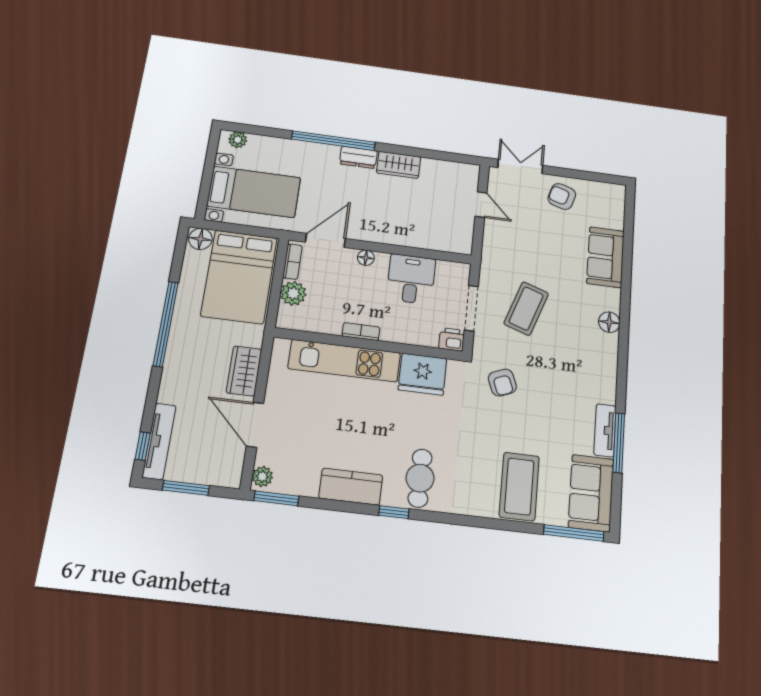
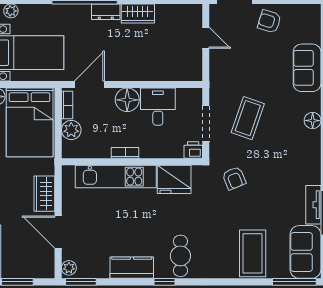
floor lamp: (366, 258) -> (127, 100), width x1.89, depth x1.89

